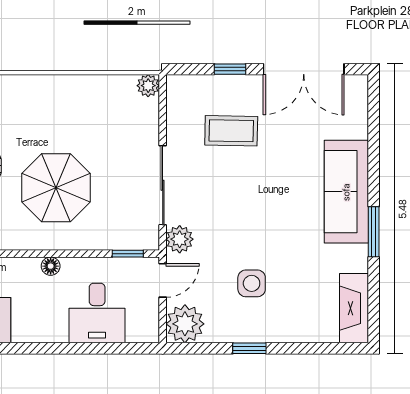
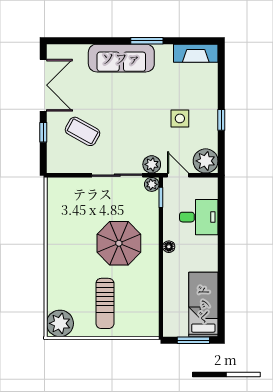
plant: (148, 86) -> (152, 184), moved
coffee table: (231, 131) -> (83, 131), turned -62

